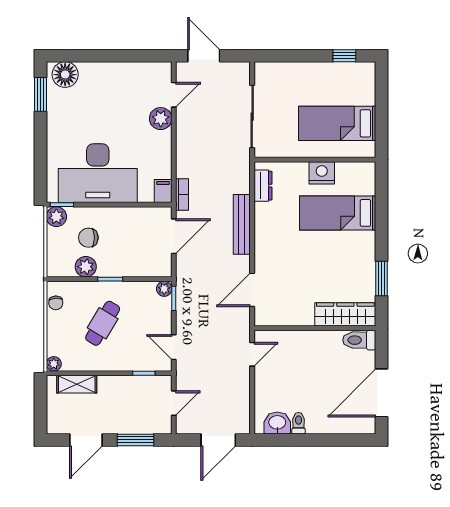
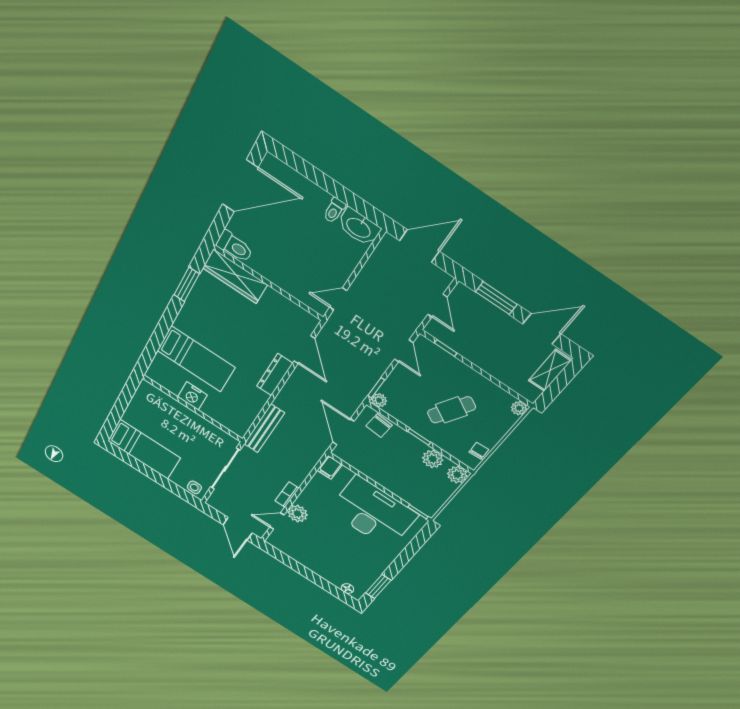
window: (344, 56) -> (130, 460), removed
side table: (269, 72) -> (194, 487), added
floor lamp: (65, 75) -> (347, 589), width x0.53, depth x0.53
bed: (337, 123) -> (144, 449), moved
dresser: (263, 186) -> (275, 375), moved, width x1.44
bookcase: (182, 195) -> (287, 495), moved
plant: (56, 217) -> (457, 475), moved
bench: (242, 224) -> (264, 428), moved
door: (174, 236) -> (343, 432), hinge flipped
chair: (88, 238) -> (379, 425), moved, turned 95
door: (252, 290) -> (304, 350), hinge flipped
shelving: (77, 384) -> (550, 370), moved, turned 90
door: (174, 403) -> (437, 306), swing flipped
washbasin: (277, 423) -> (359, 227), width x1.38

